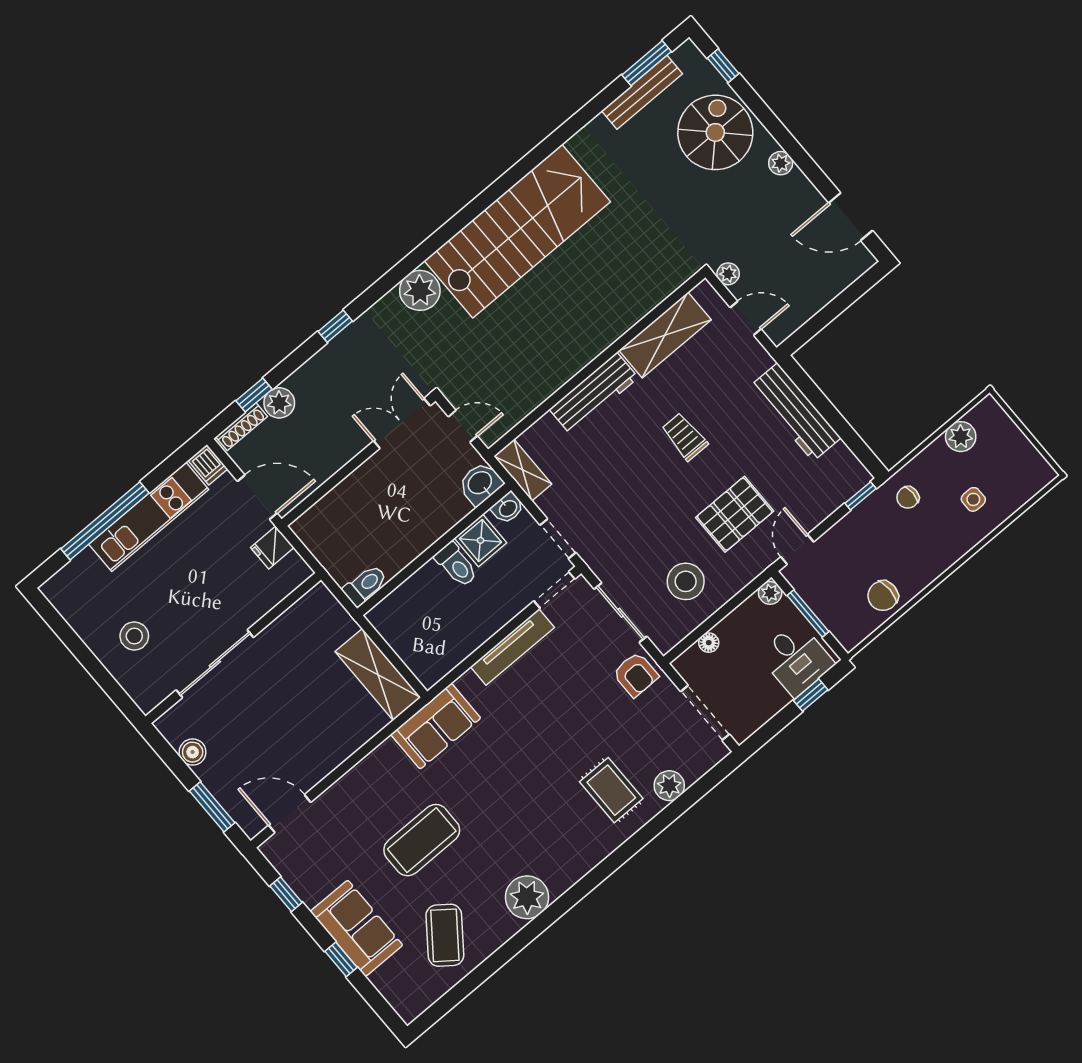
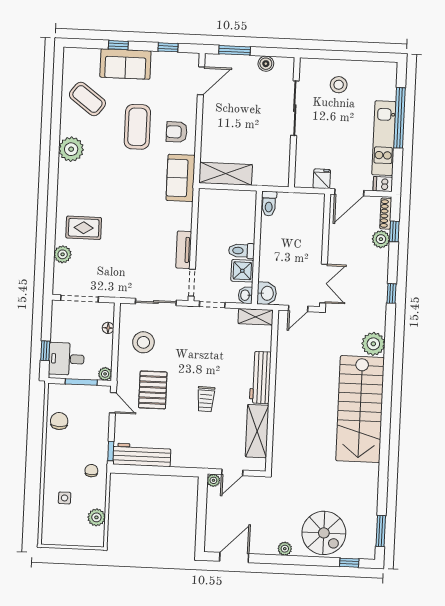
bench: (642, 92) -> (370, 517), removed
plant: (728, 274) -> (213, 480), moved
workbench: (795, 412) -> (142, 455), moved
trolley: (685, 437) -> (206, 399), turned 92
tv unit: (512, 647) -> (184, 250), width x0.71
armchair: (636, 674) -> (177, 132), moved

